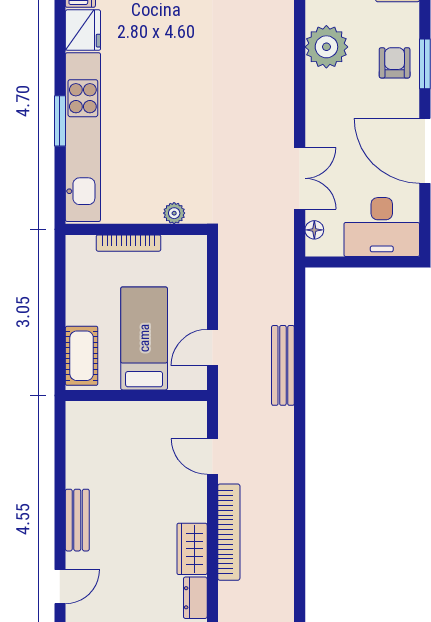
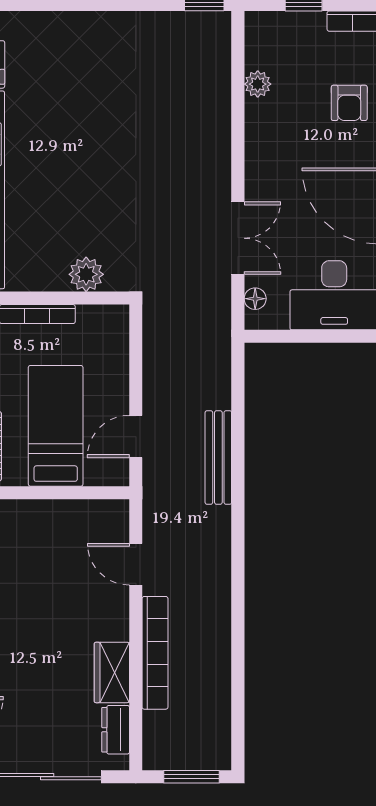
plant: (326, 47) -> (258, 84), width x0.53, depth x0.53
armchair: (395, 63) -> (349, 103), turned 180
plant: (174, 213) -> (86, 274), width x1.38, depth x1.38

